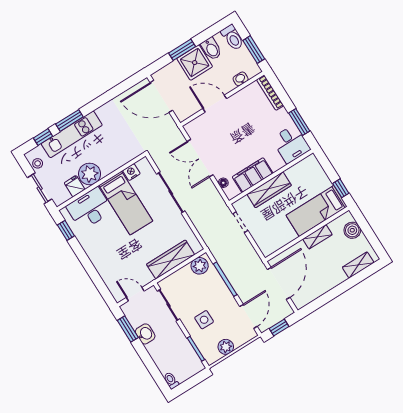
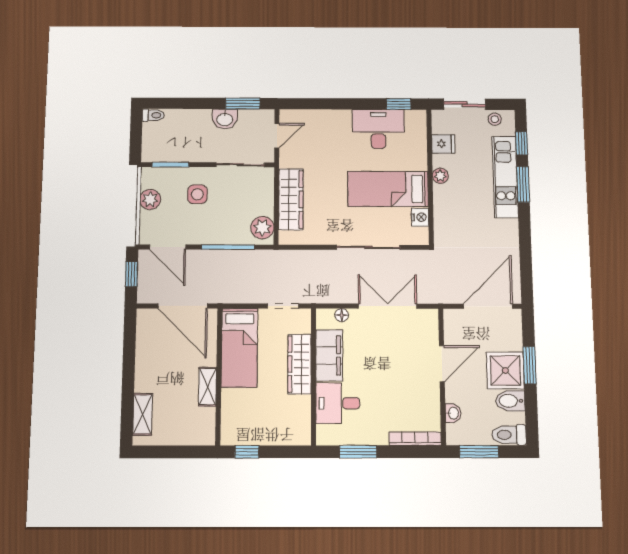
desk: (291, 144) -> (338, 403), moved
plant: (90, 174) -> (440, 176), width x0.53, depth x0.53
desk: (90, 209) -> (378, 129), moved, turned -90
bed: (317, 211) -> (239, 348), moved, turned 180
boiler: (352, 230) -> (188, 434), removed

